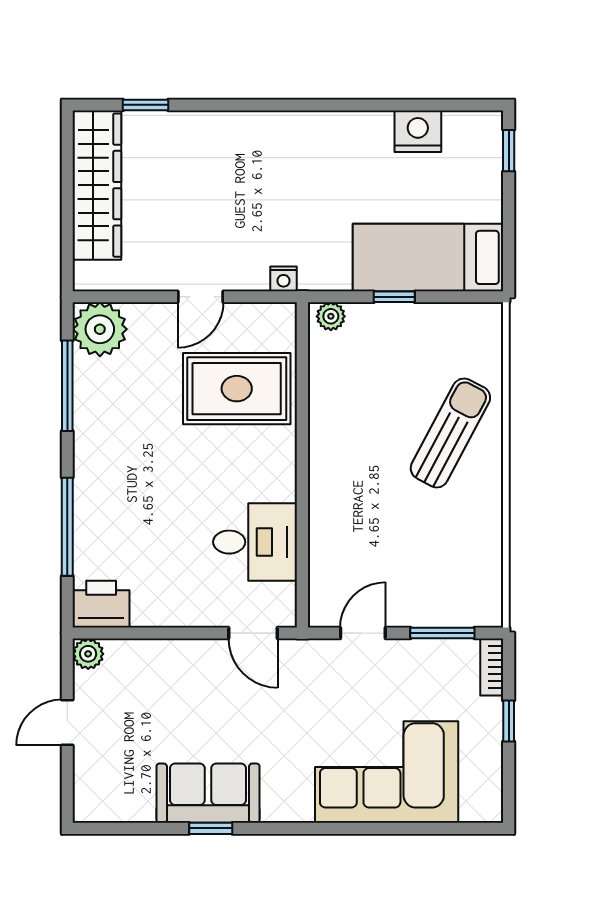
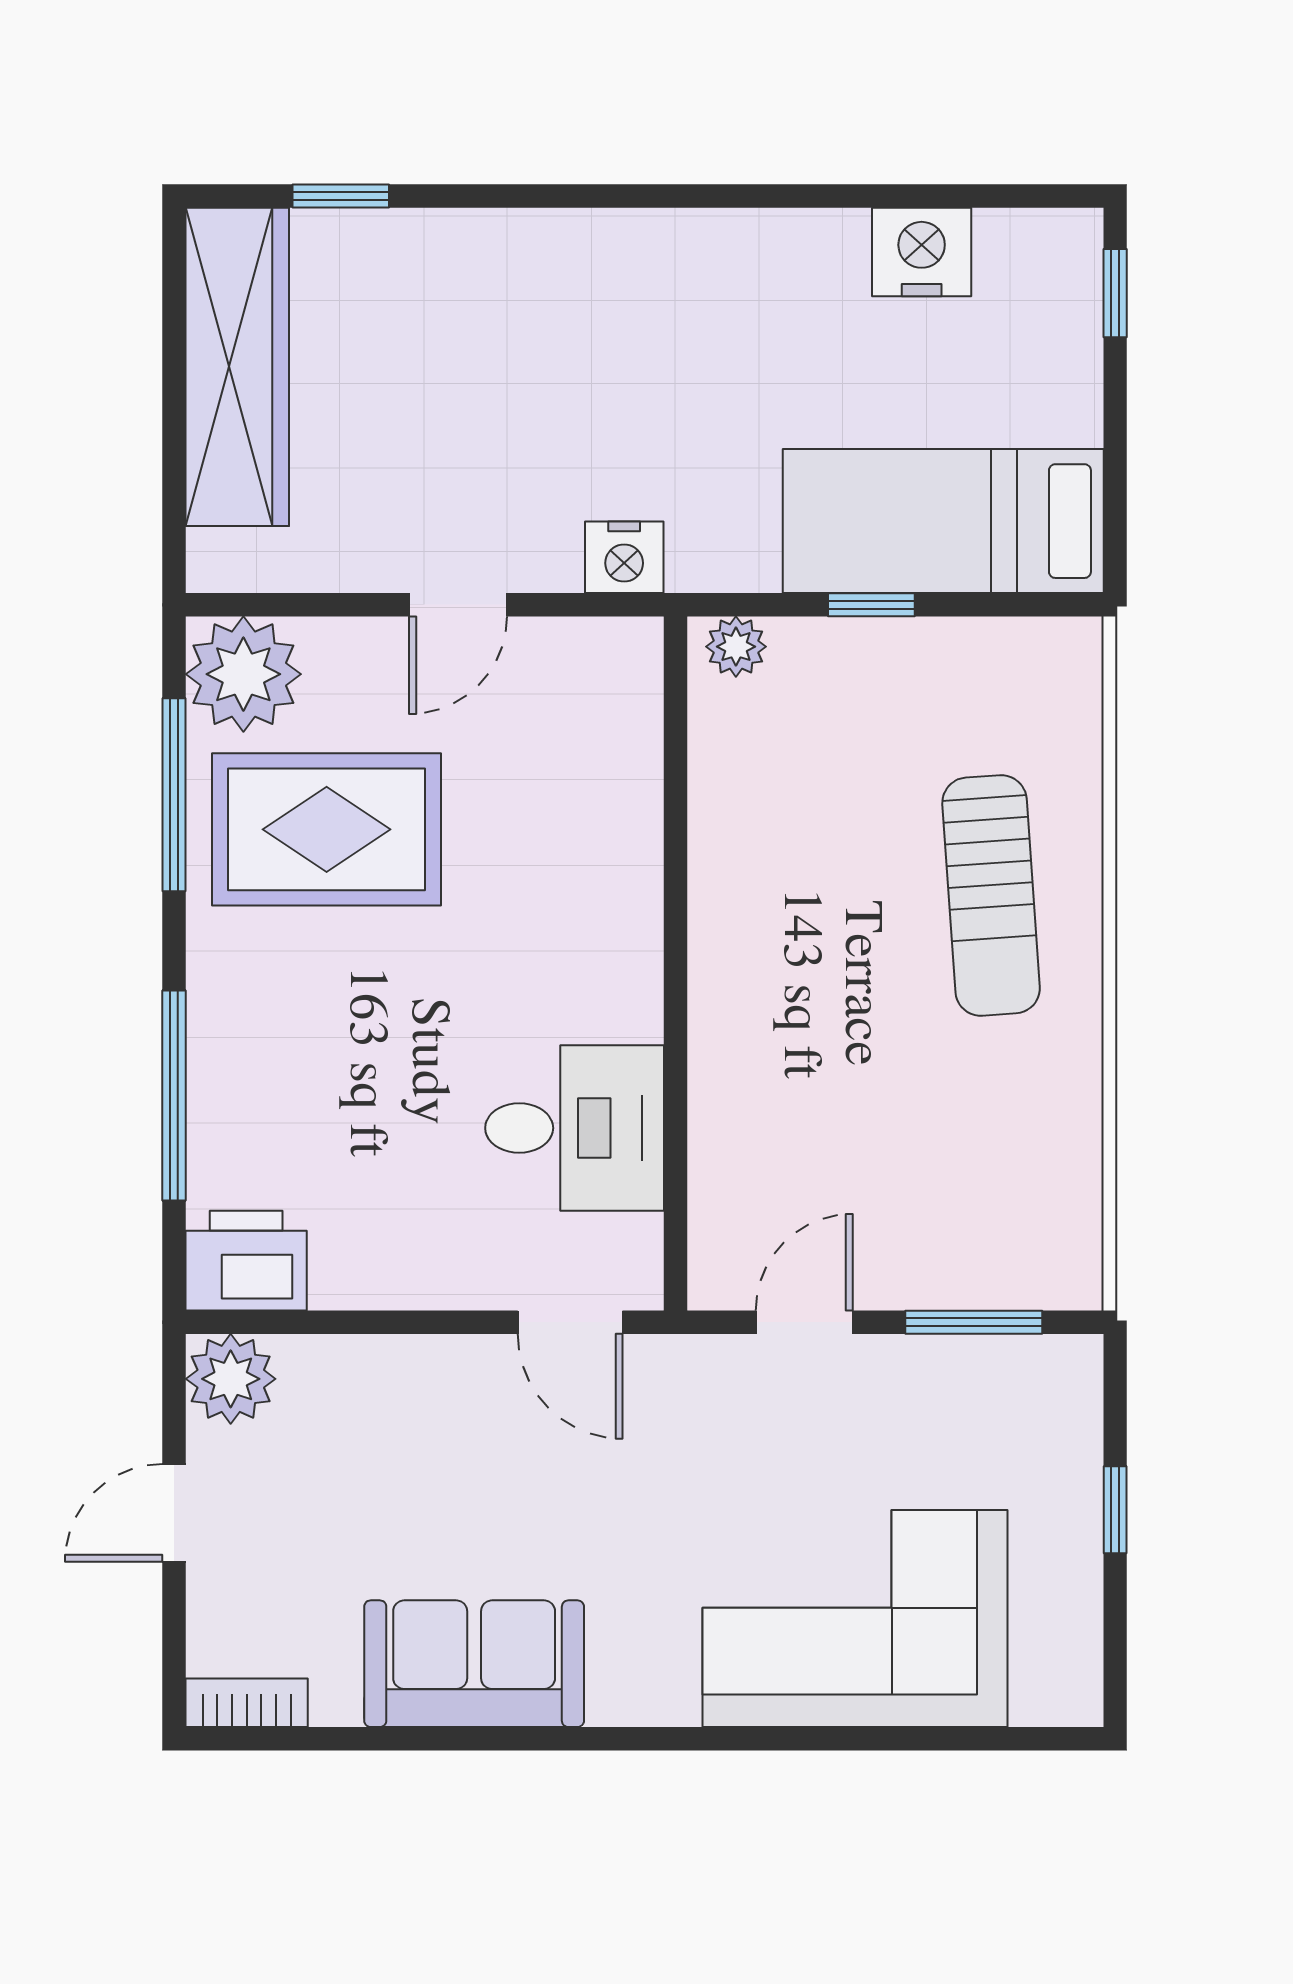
nightstand: (283, 279) -> (624, 557), width x1.39, depth x1.35
rug: (237, 389) -> (327, 829), moved
sun lounger: (450, 433) -> (991, 895), turned 148
plant: (88, 654) -> (231, 1379), width x1.38, depth x1.38
bookcase: (492, 667) -> (247, 1703), moved, turned 90
window: (211, 828) -> (480, 1739), removed

